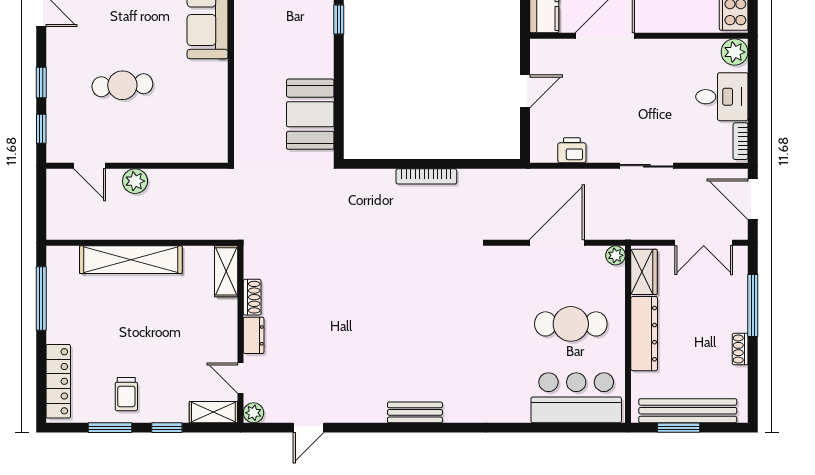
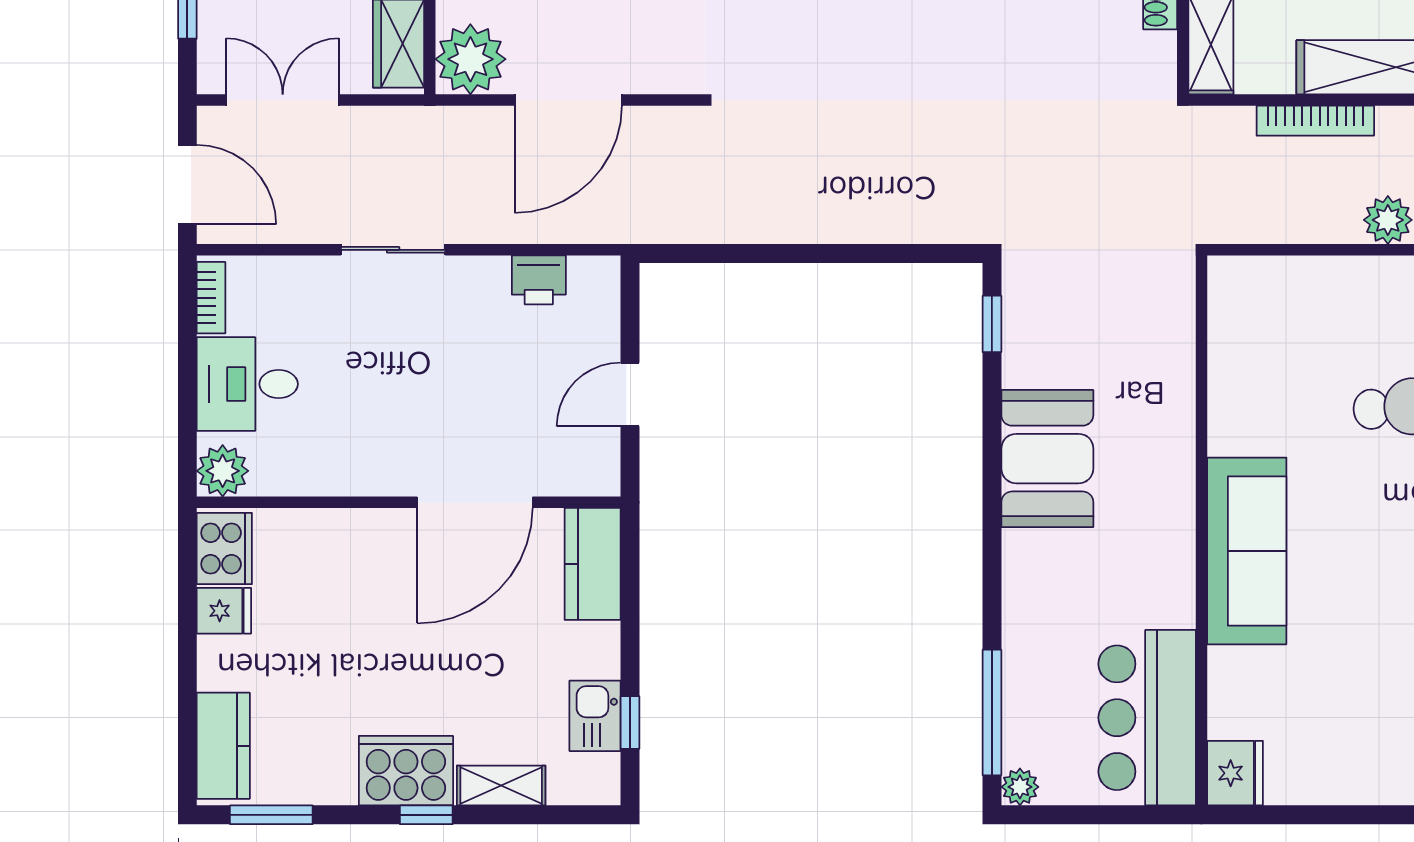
window: (339, 20) -> (992, 324), moved
booth: (310, 114) -> (1047, 459), moved
bookcase: (426, 176) -> (1315, 121), moved, turned 180
plant: (615, 255) -> (470, 59), width x1.87, depth x1.87

